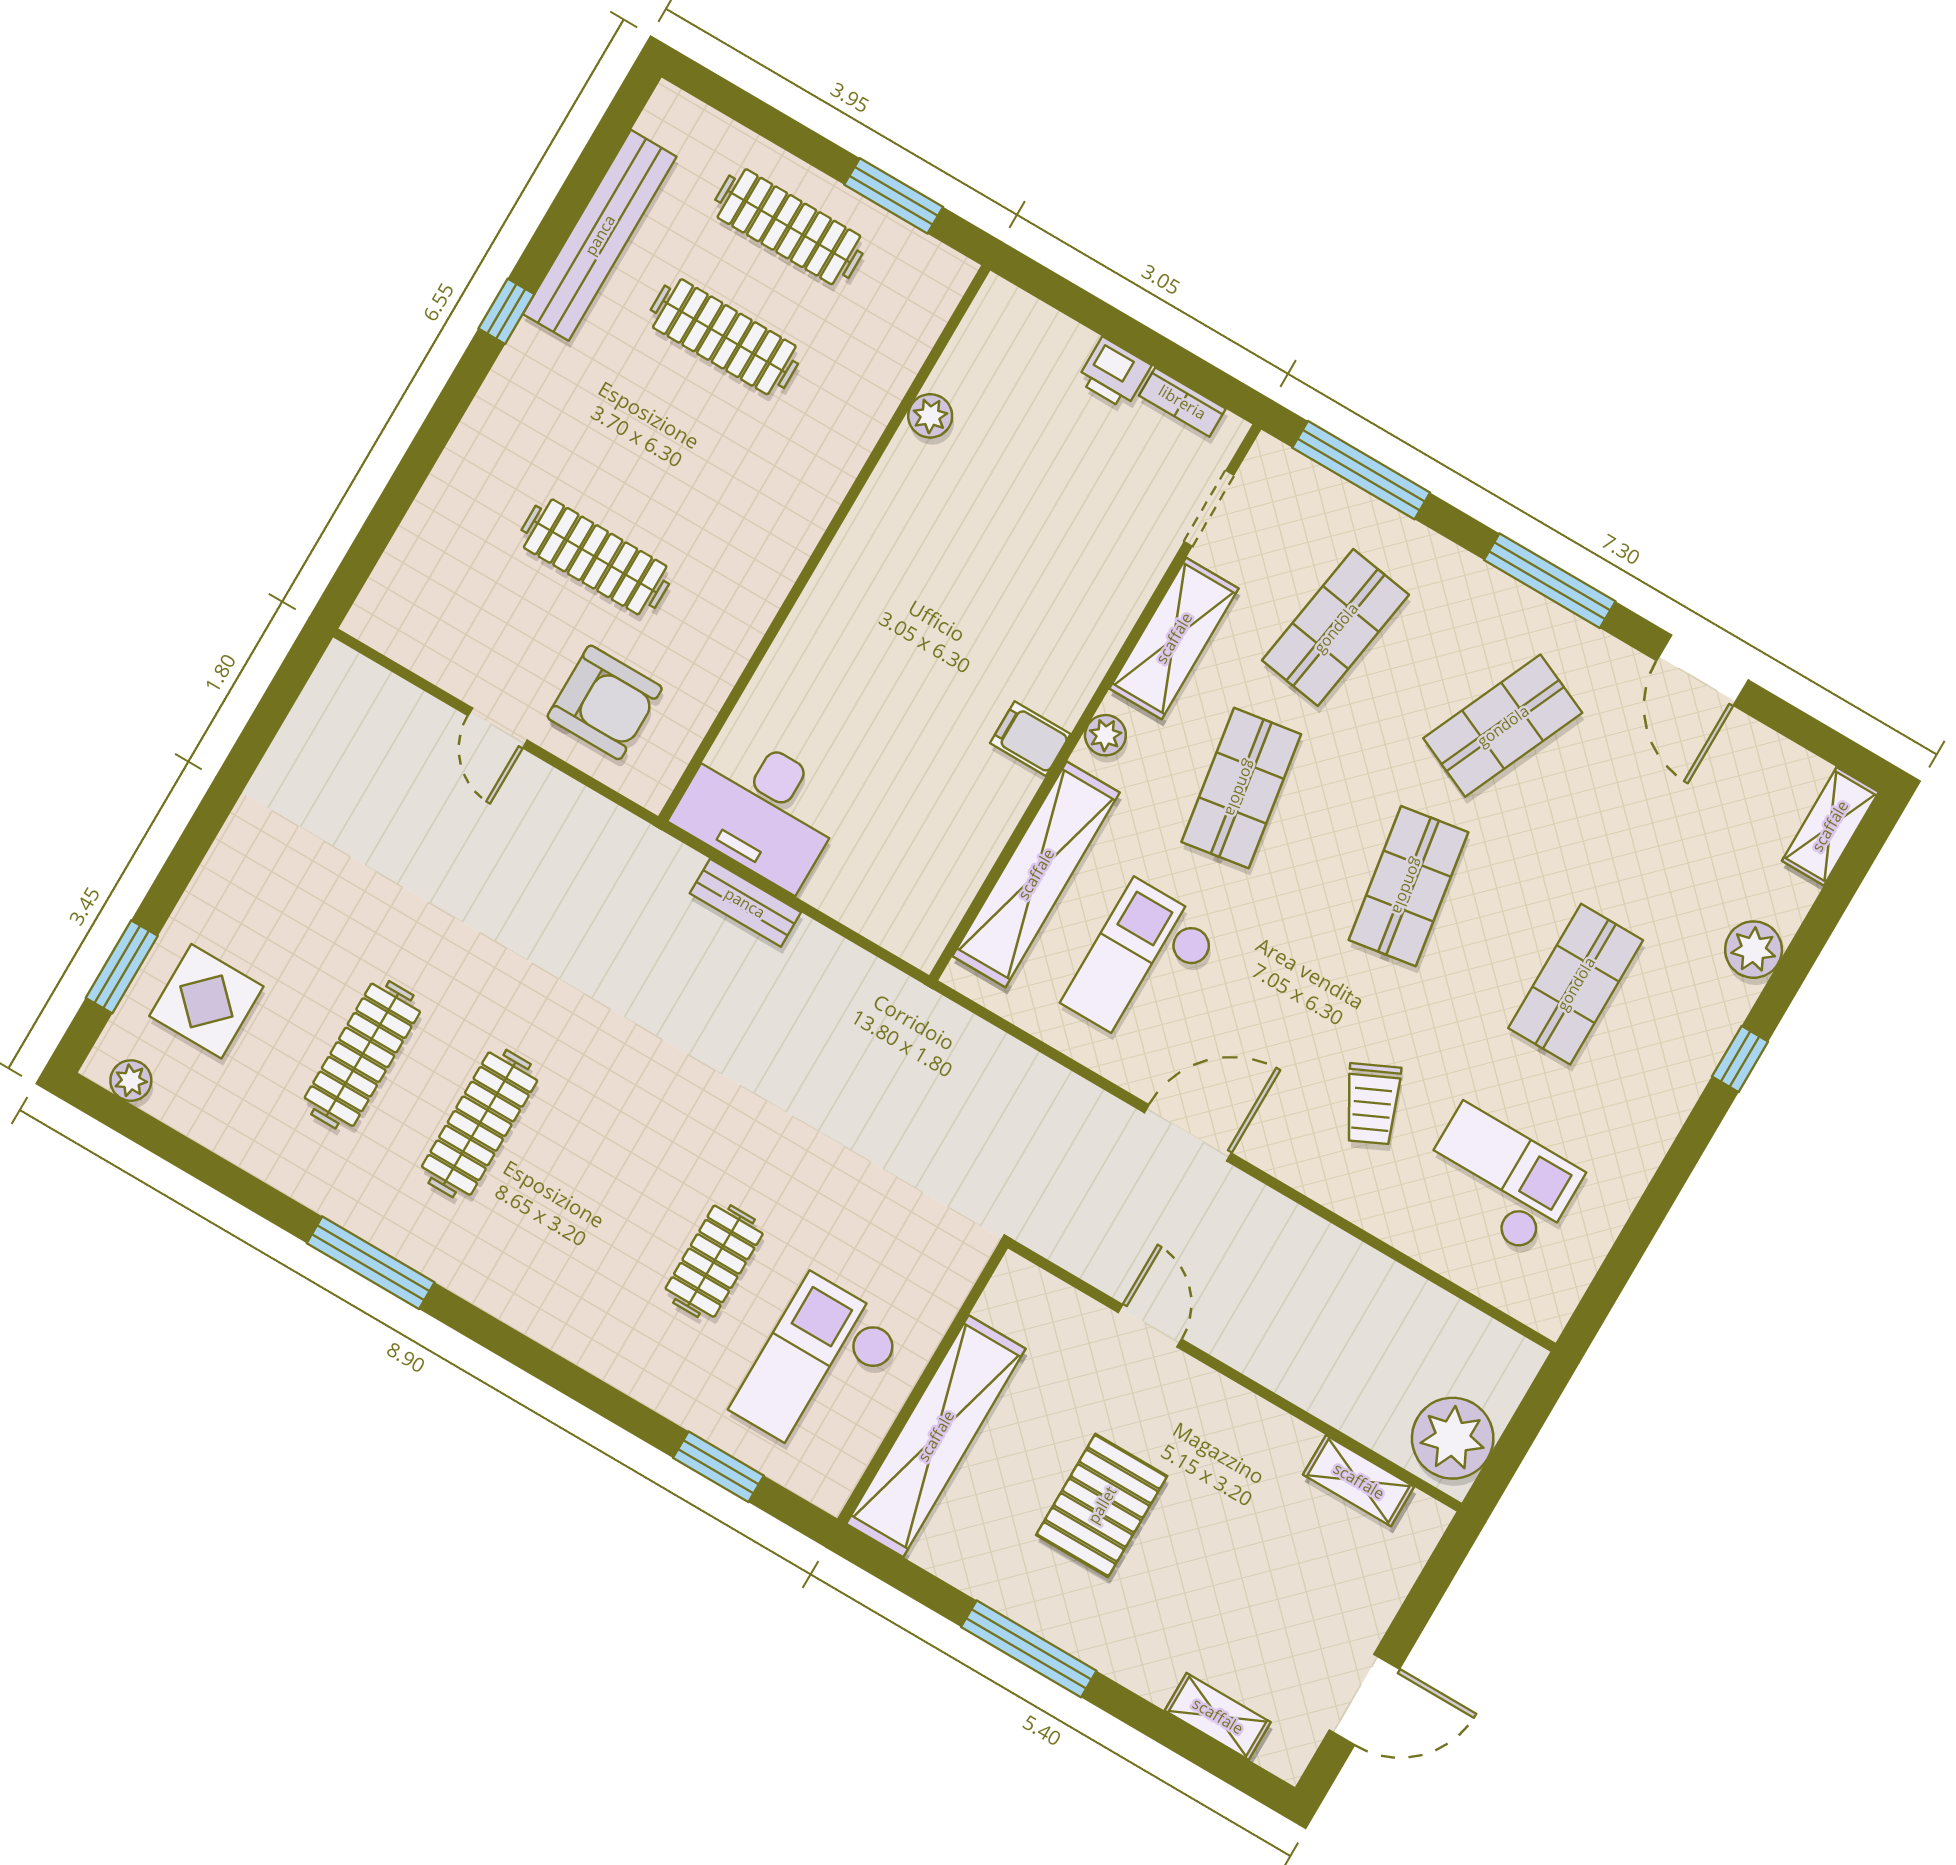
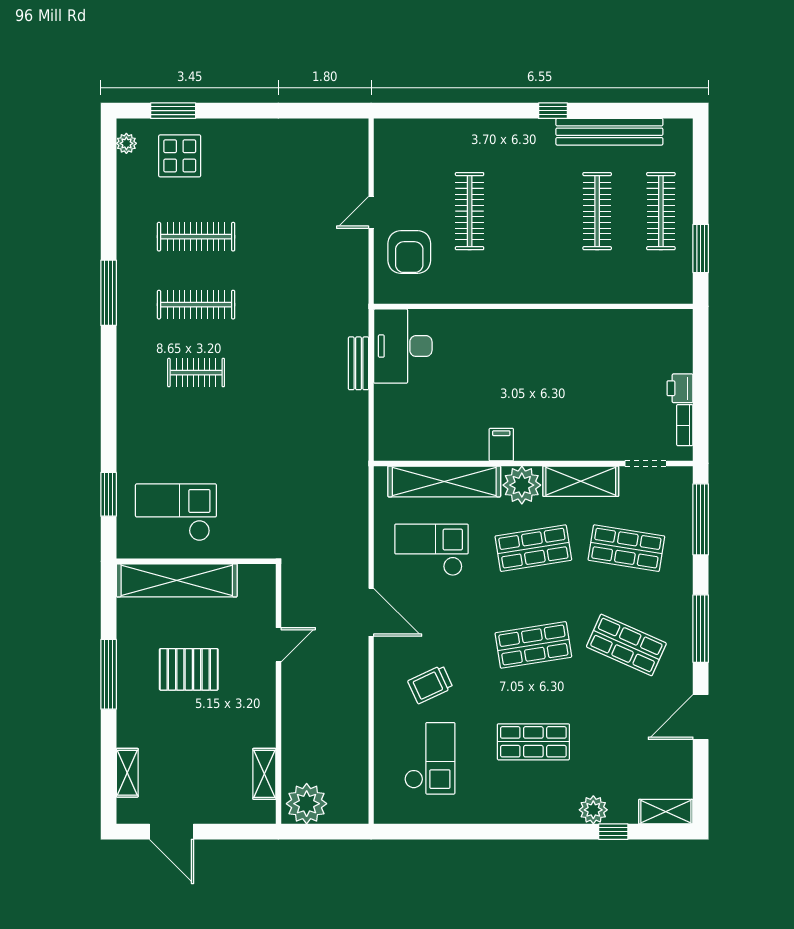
plant: (930, 416) -> (615, 320), removed
plant: (1105, 735) -> (522, 485), width x1.87, depth x1.87
window: (1740, 1059) -> (613, 832), moved
clothes rail: (714, 1261) -> (196, 373), moved

